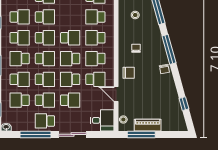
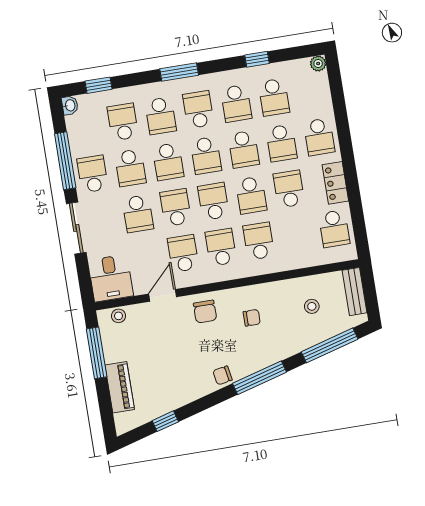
school desk: (95, 17) -> (289, 189), moved
school desk: (95, 79) -> (183, 253), turned 180
piano: (148, 125) -> (120, 387), moved

